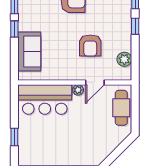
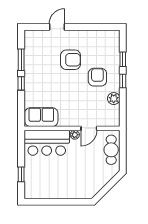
armchair: (90, 45) -> (97, 77), moved, turned 180
sofa: (29, 51) -> (41, 117), moved, turned -90
plant: (124, 59) -> (114, 99), moved

